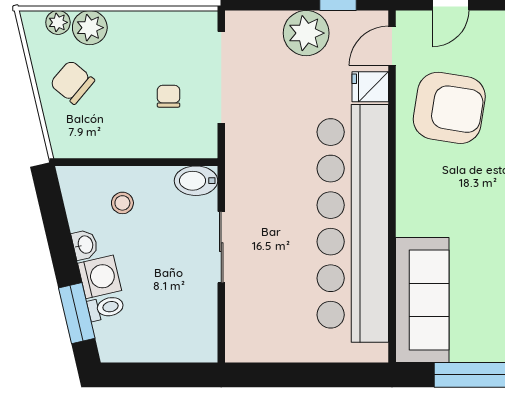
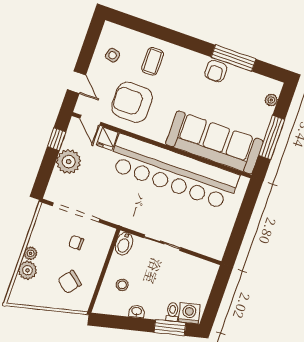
plant: (58, 22) -> (30, 253), moved
chair: (72, 82) -> (70, 282), moved
armchair: (449, 108) -> (132, 102), turned -99
washing machine: (100, 277) -> (189, 313), moved
sofa: (422, 300) -> (214, 142), width x1.36, depth x1.27

